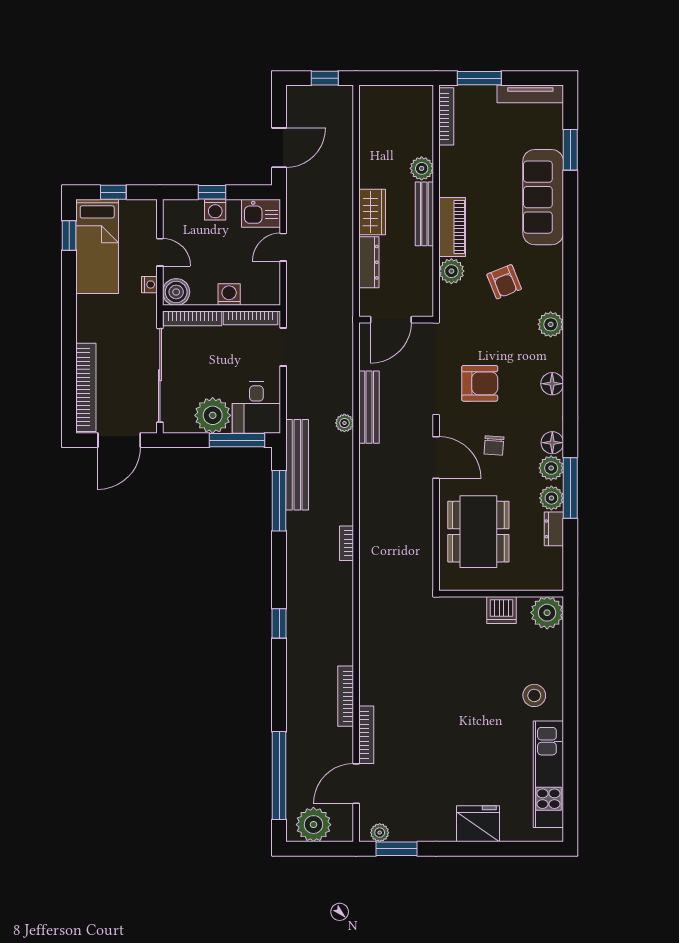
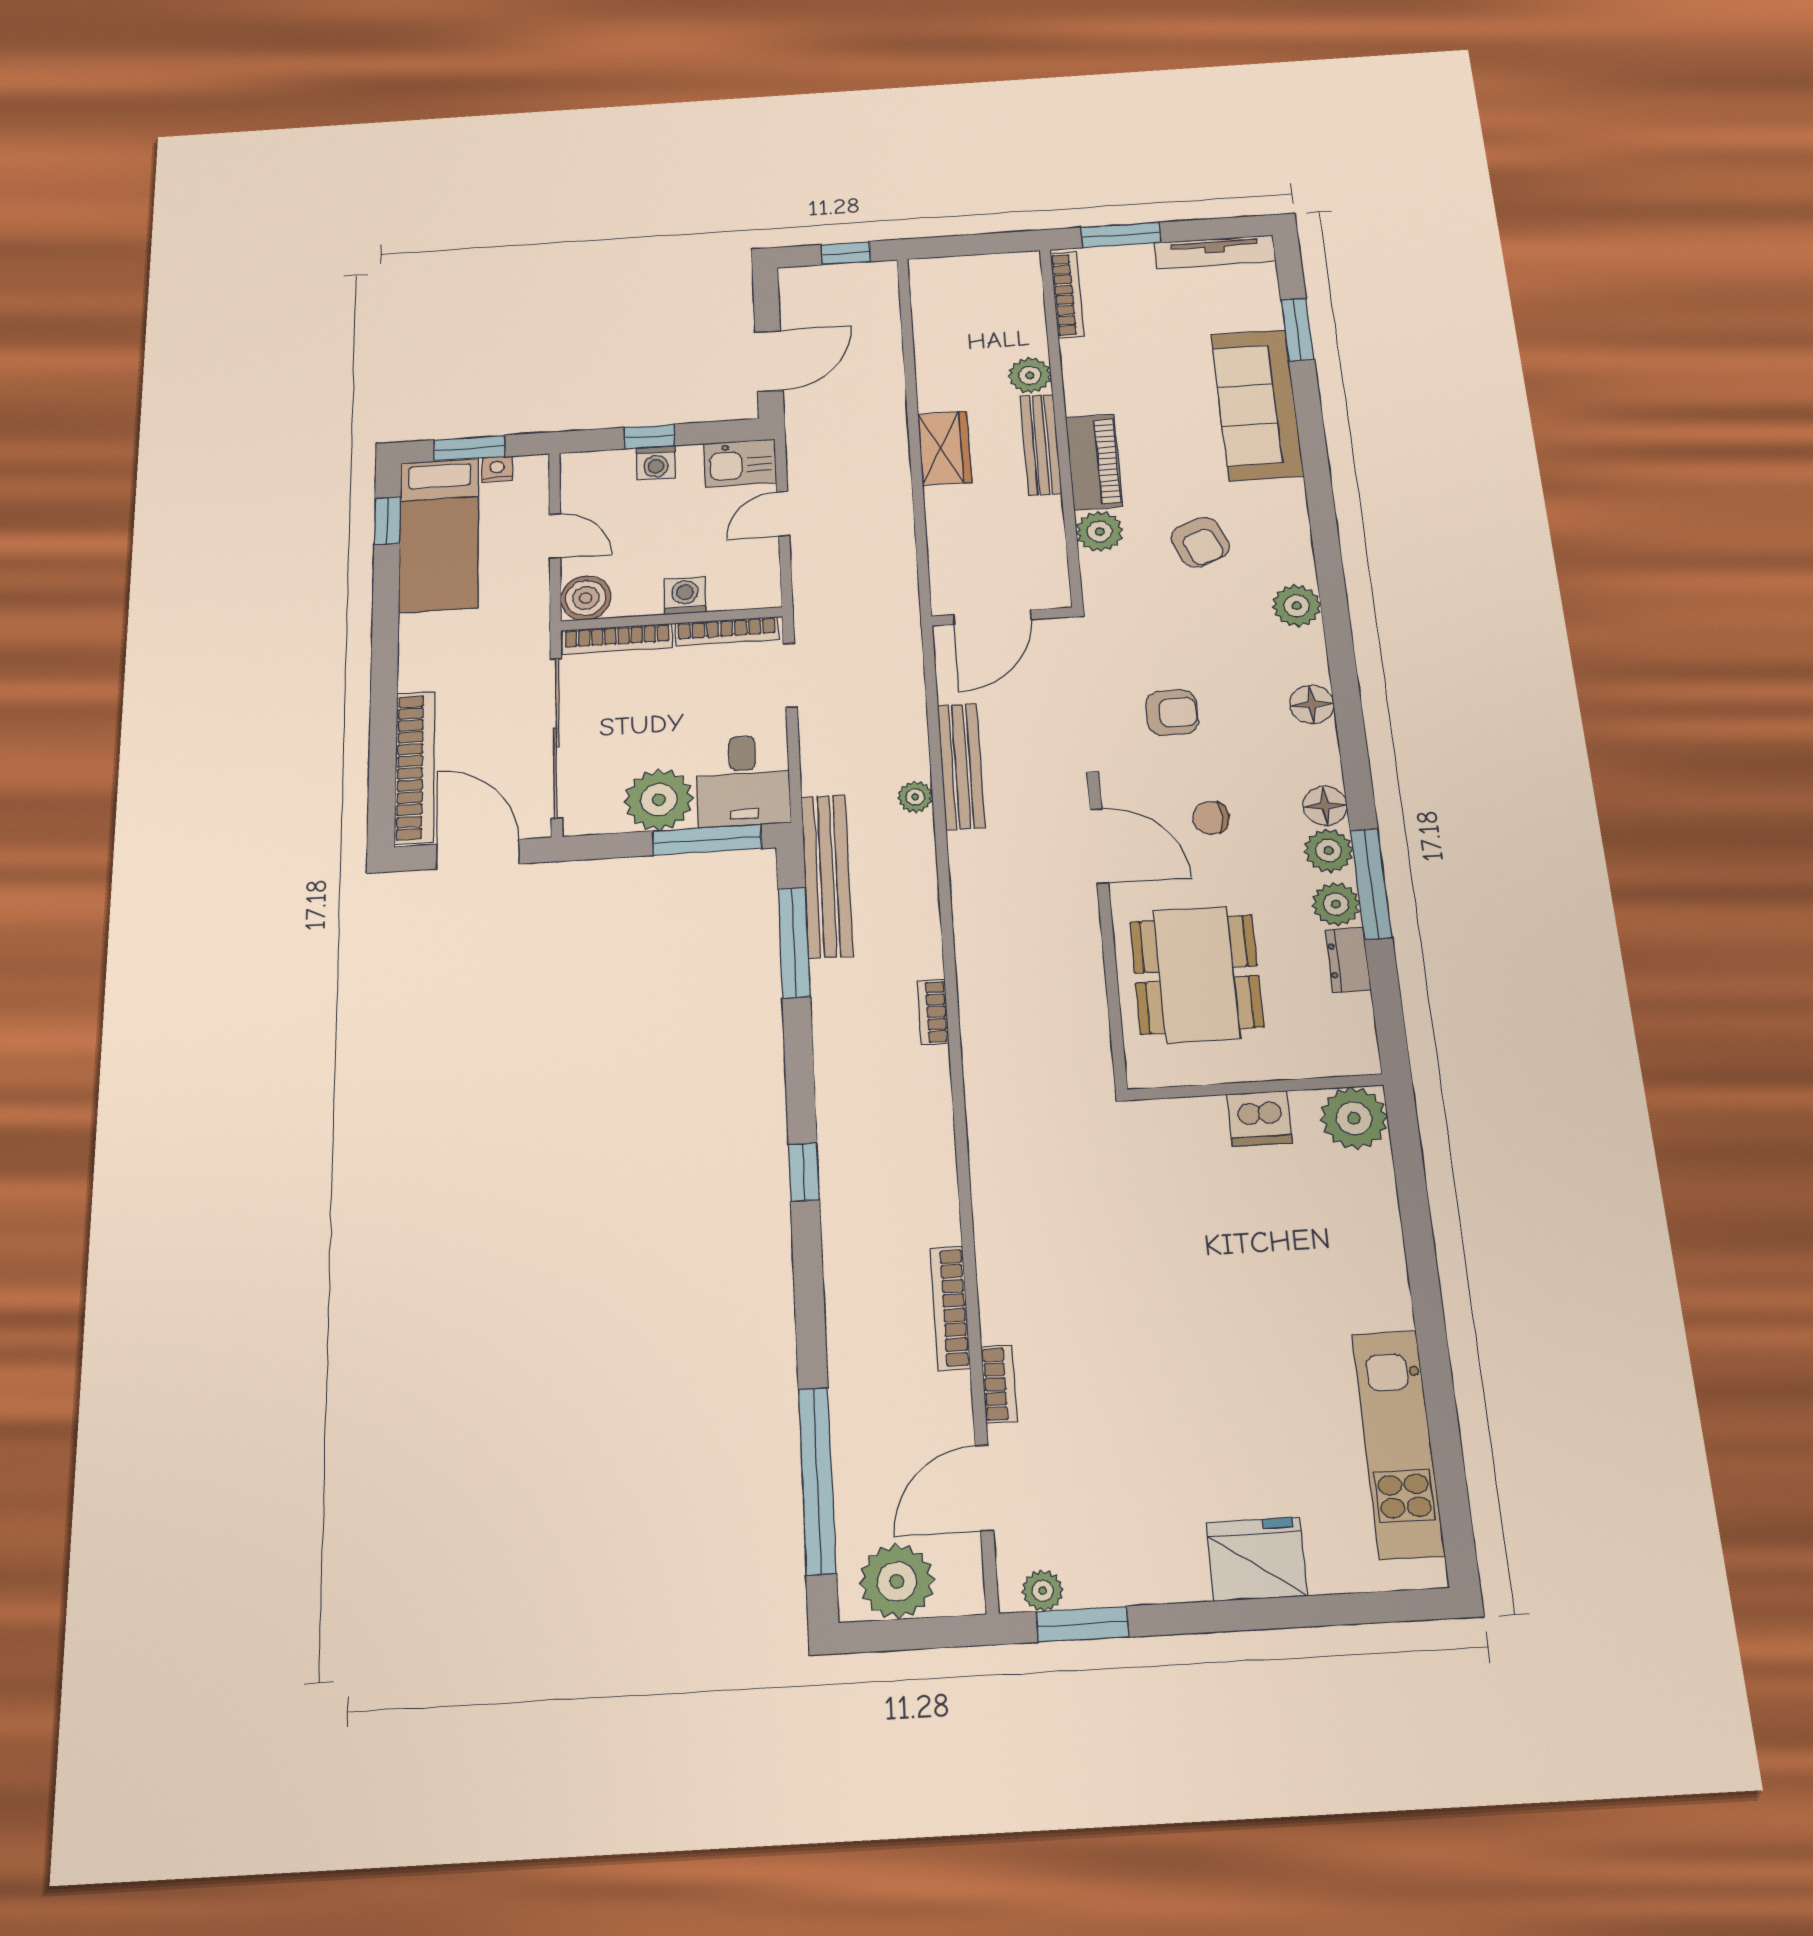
window: (113, 192) -> (469, 448), width x1.50
dresser: (369, 262) -> (944, 527), removed
nightstand: (149, 285) -> (497, 469), moved, turned -90
armchair: (480, 383) -> (1172, 713), width x0.72, depth x0.72
door: (119, 440) -> (478, 854), swing flipped
chair: (494, 445) -> (1211, 818), turned 86
stool: (534, 695) -> (1347, 1283), removed
bookcase: (366, 735) -> (999, 1384), width x0.64

